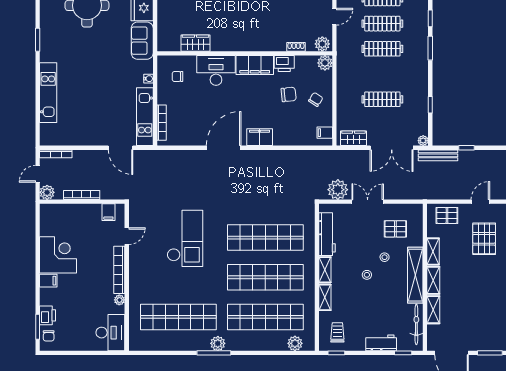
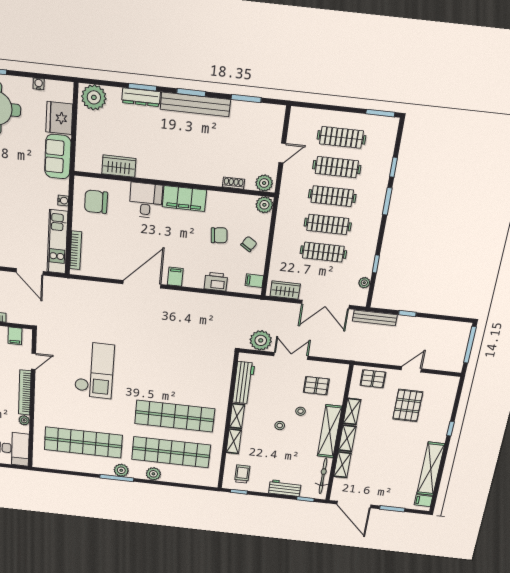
printer: (284, 64) -> (216, 282), moved, turned 180
desk: (216, 70) -> (146, 200), width x0.73
clothes rail: (382, 74) -> (328, 224), added
chair: (178, 76) -> (96, 202), width x1.87, depth x1.87
filing cabinet: (260, 137) -> (175, 277), width x0.50
plant: (423, 141) -> (364, 283), moved
shop shelf: (265, 238) -> (178, 379), removed
plant: (295, 343) -> (153, 474), moved

